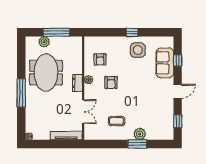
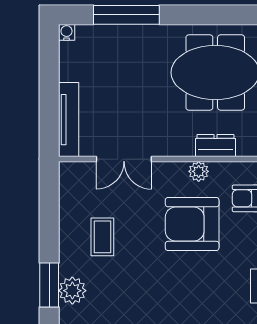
armchair: (111, 82) -> (192, 224), width x1.88, depth x1.88
dresser: (77, 83) -> (215, 146), moved
window: (21, 93) -> (126, 15), moved

